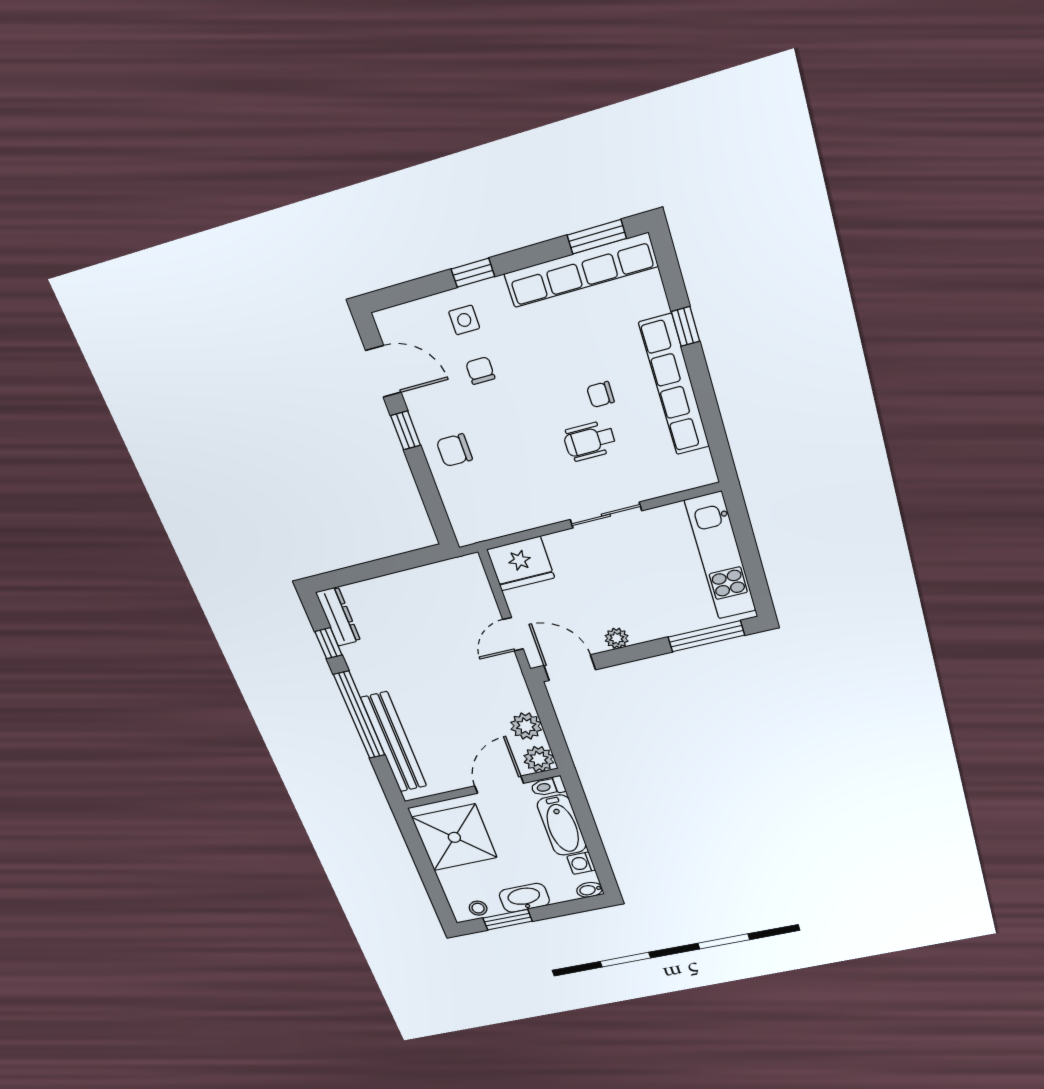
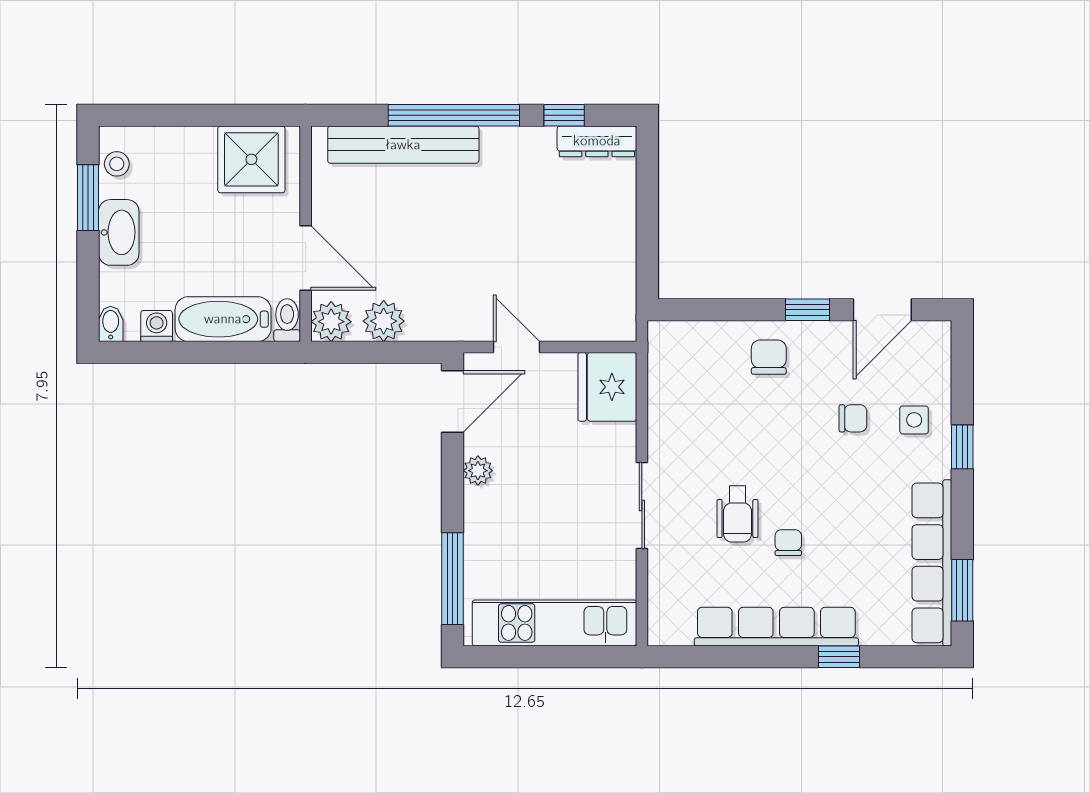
wheelchair: (590, 441) -> (737, 514), turned 180
shower: (454, 837) -> (251, 159), width x0.73, depth x0.73

